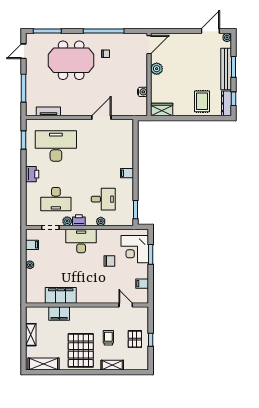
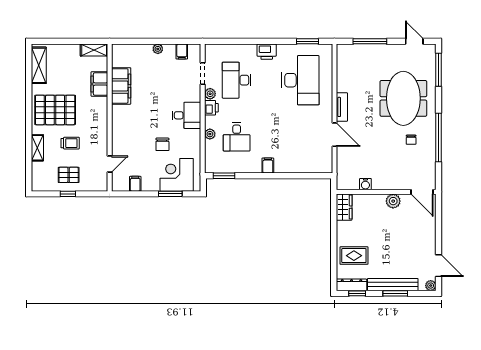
tv unit: (48, 111) -> (342, 107), moved
desk: (81, 241) -> (186, 115), width x0.73
shelving: (31, 335) -> (94, 50), moved

